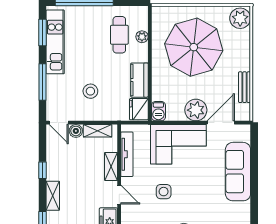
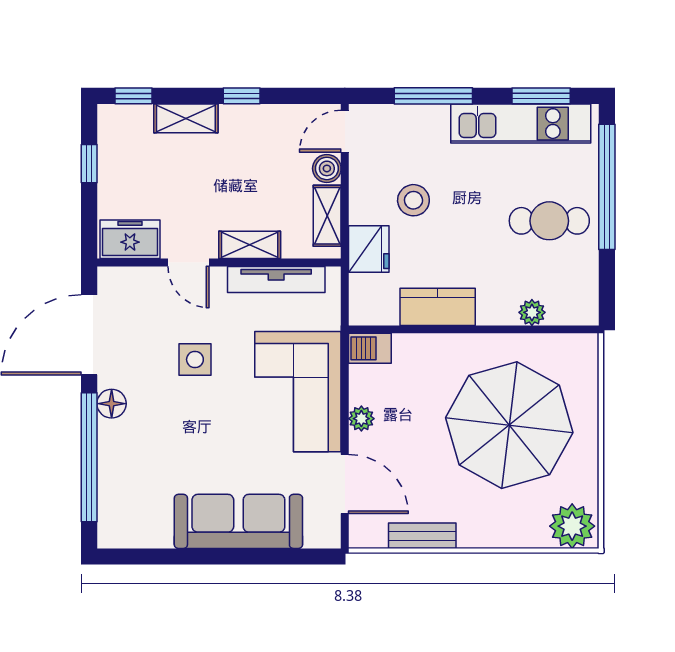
cafe table: (119, 35) -> (549, 221), moved
fridge: (139, 109) -> (369, 249), moved, turned 90
plant: (196, 110) -> (361, 419), width x0.53, depth x0.53
door: (119, 195) -> (189, 263), hinge flipped

